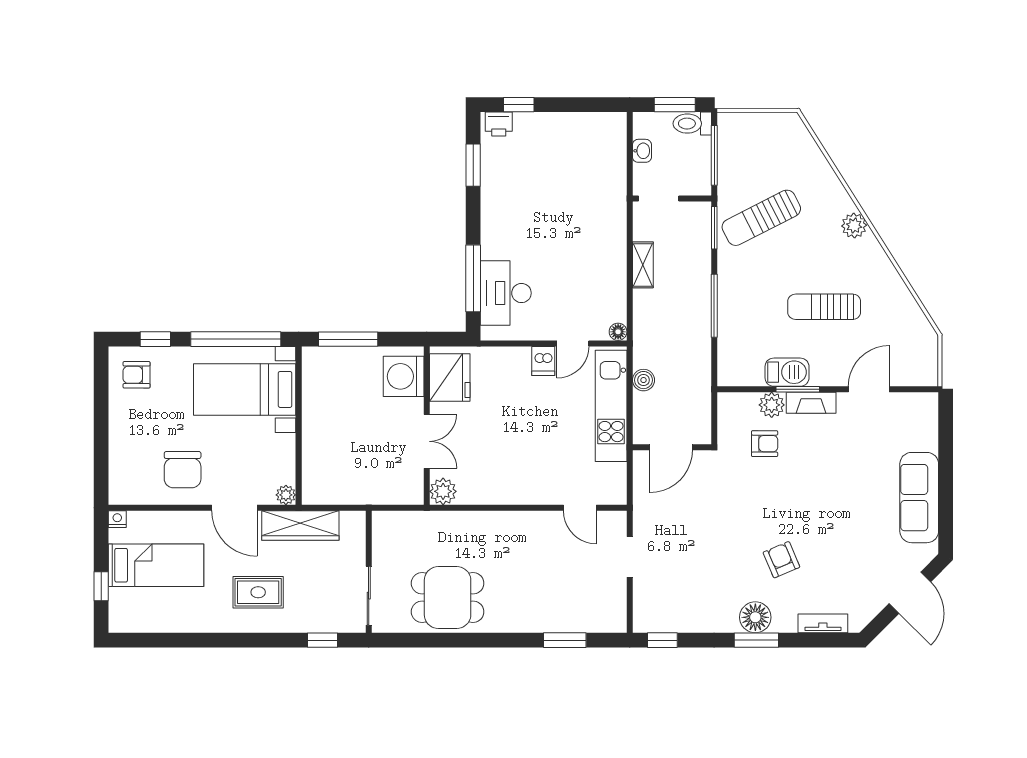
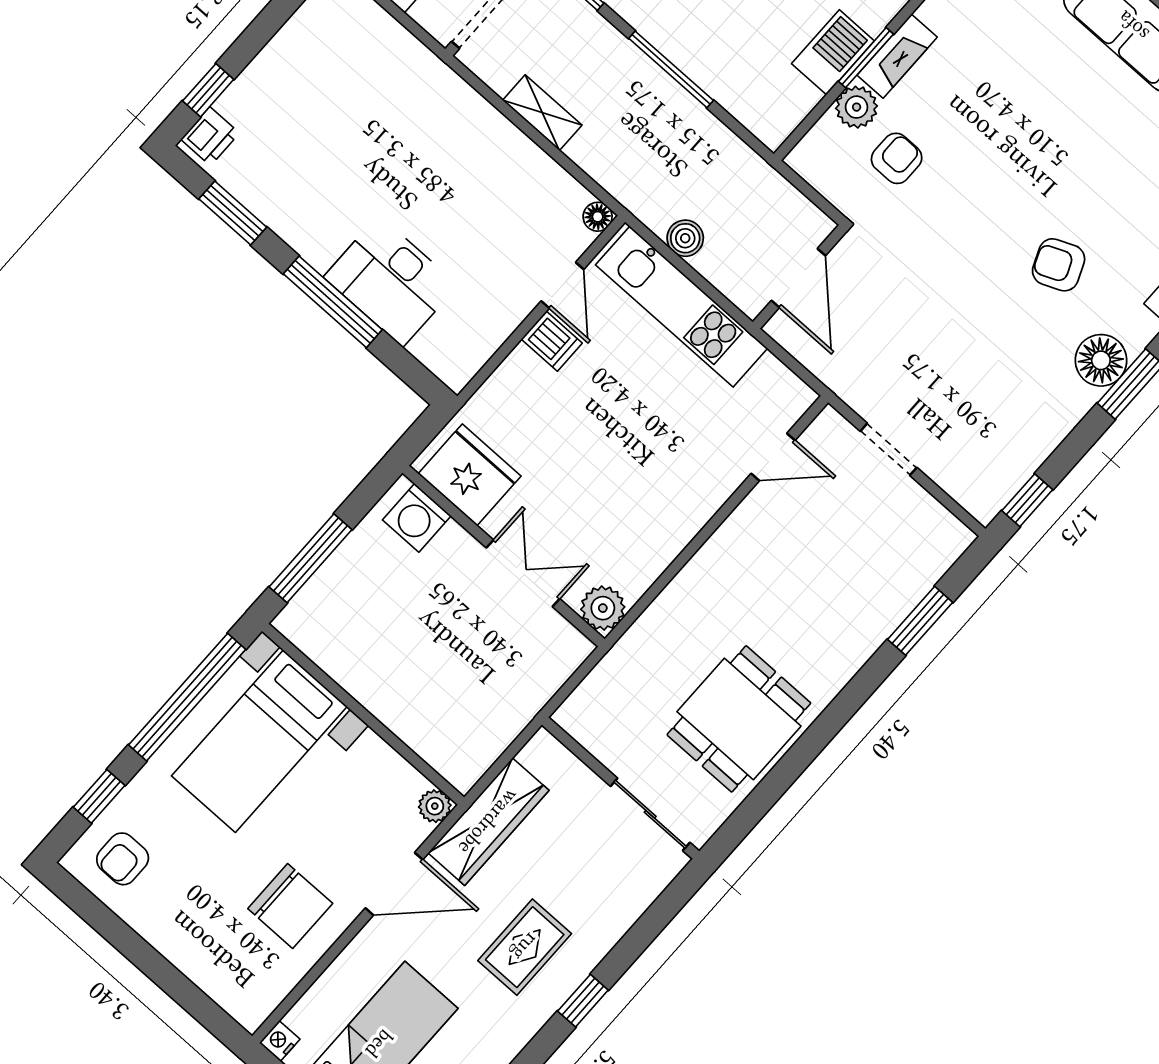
window: (473, 278) -> (333, 302), moved
desk: (506, 293) -> (391, 281), moved
washing machine: (404, 376) -> (417, 518), width x0.73, depth x0.73
window: (323, 640) -> (583, 1001), moved

